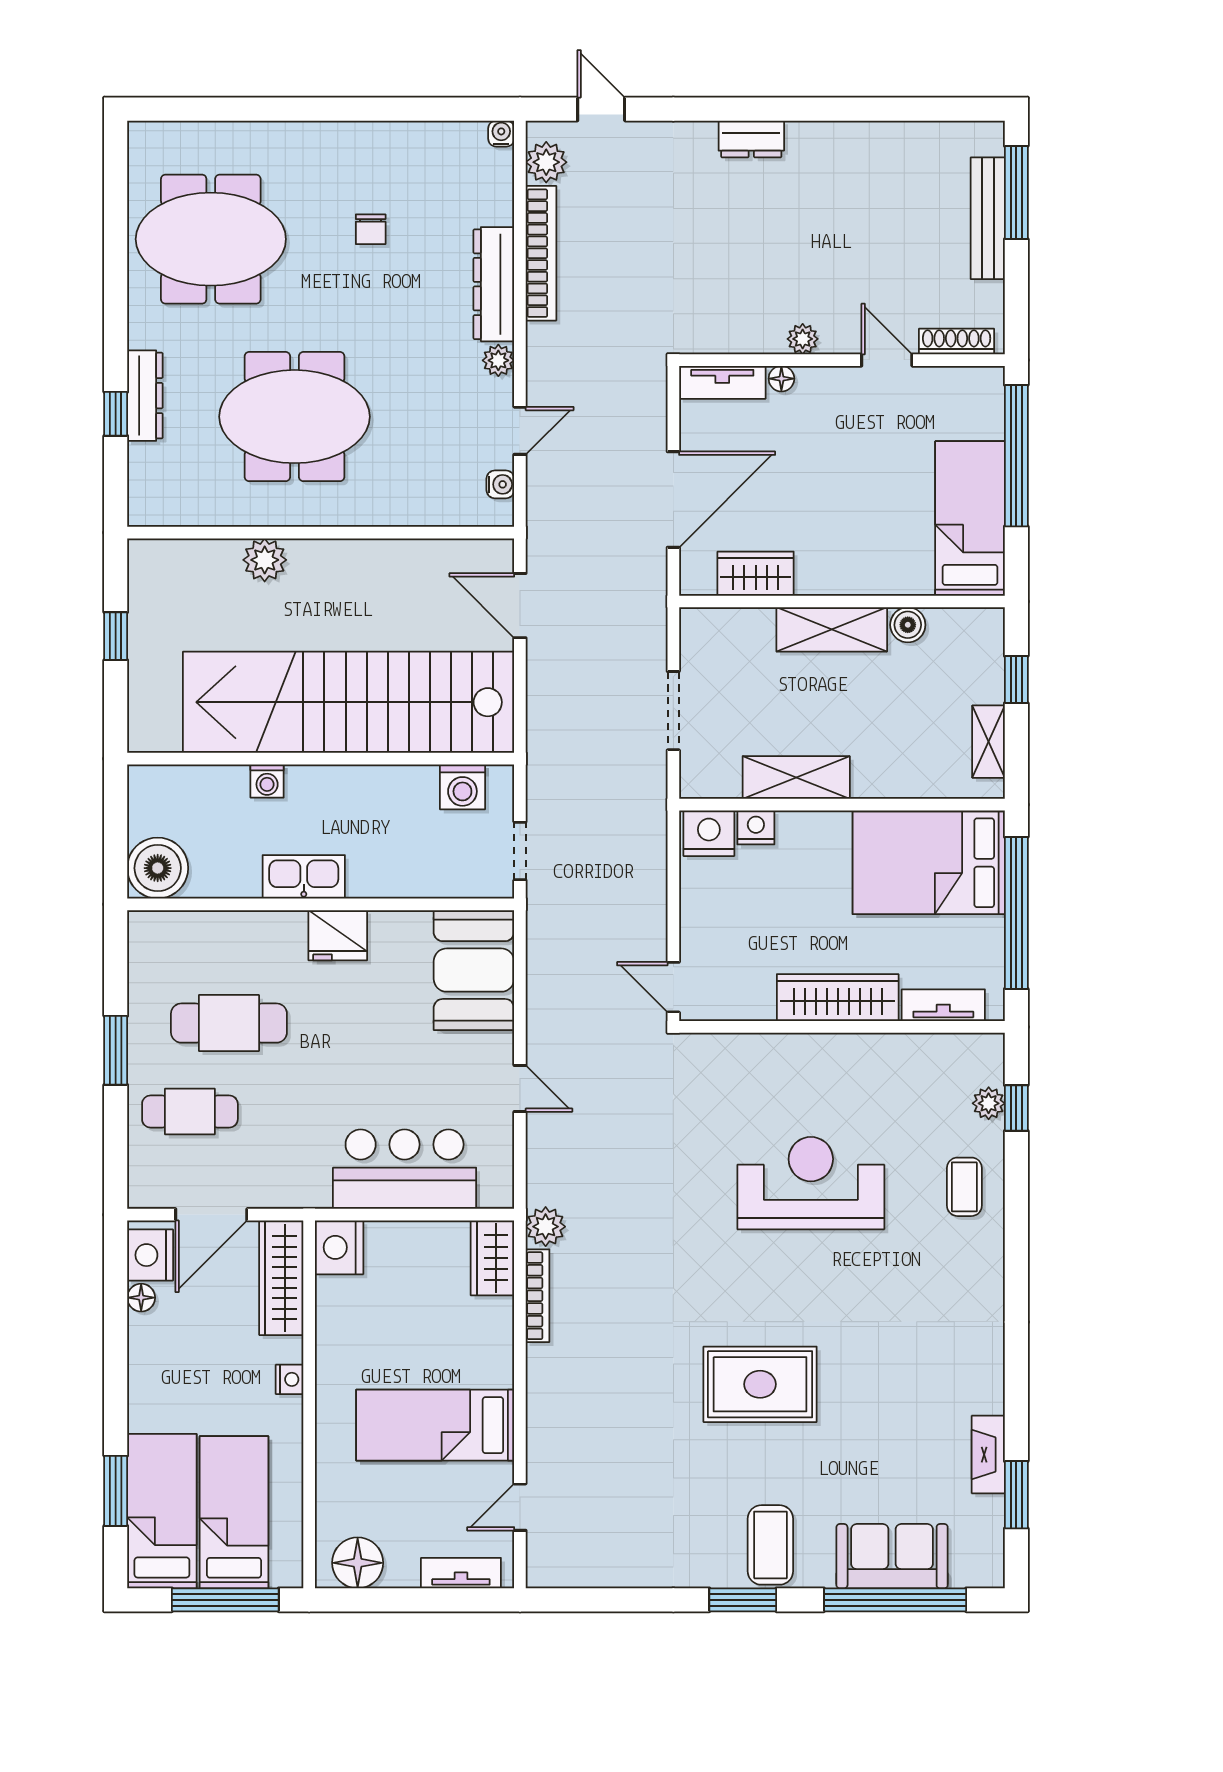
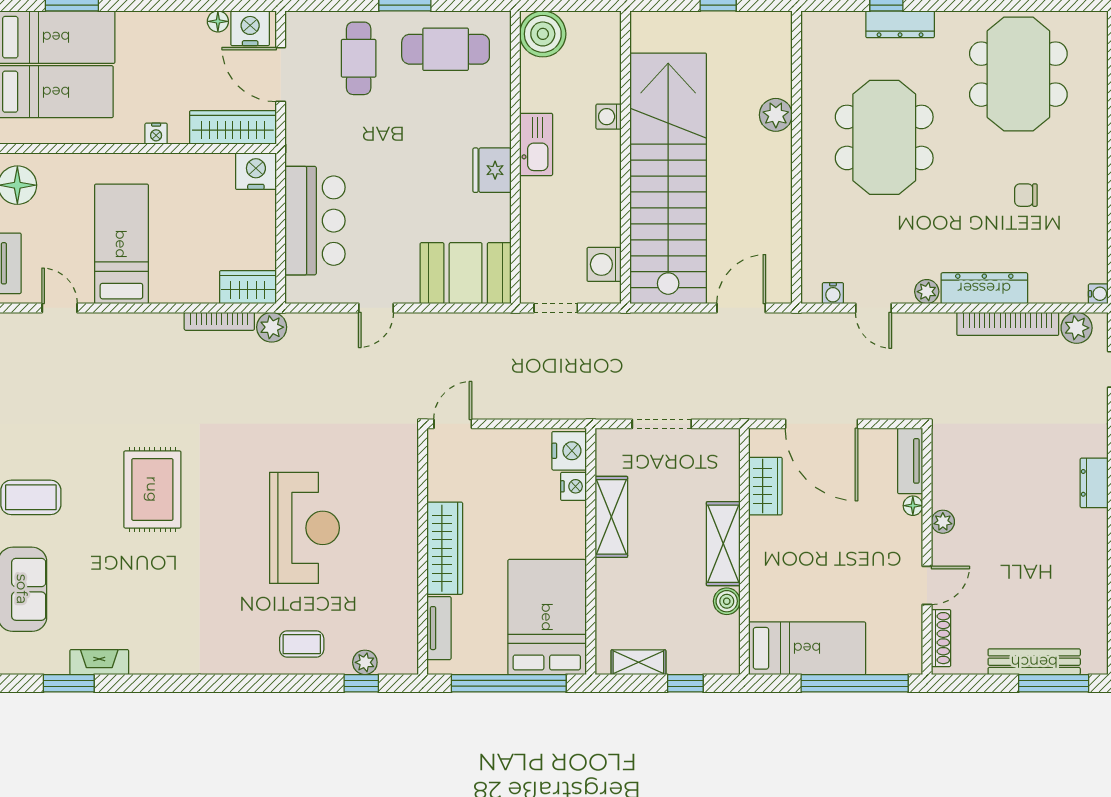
cafe table: (229, 1023) -> (446, 49), moved, turned 90

